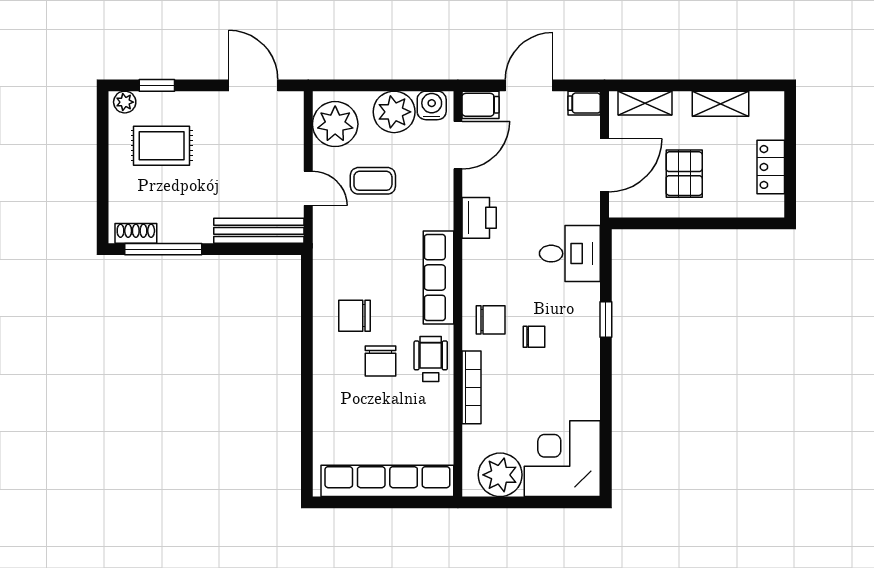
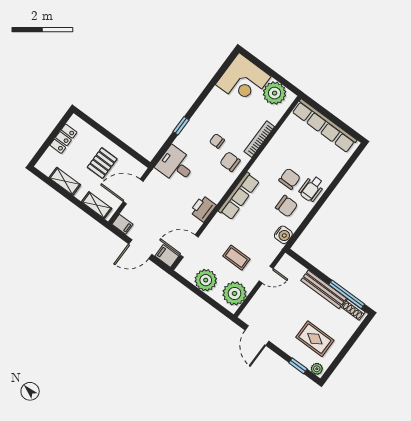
water cooler: (432, 105) -> (283, 235), moved, turned -90
door: (308, 188) -> (266, 275), swing flipped
bench: (259, 231) -> (324, 289), moved
wheelchair: (431, 359) -> (312, 189), moved

